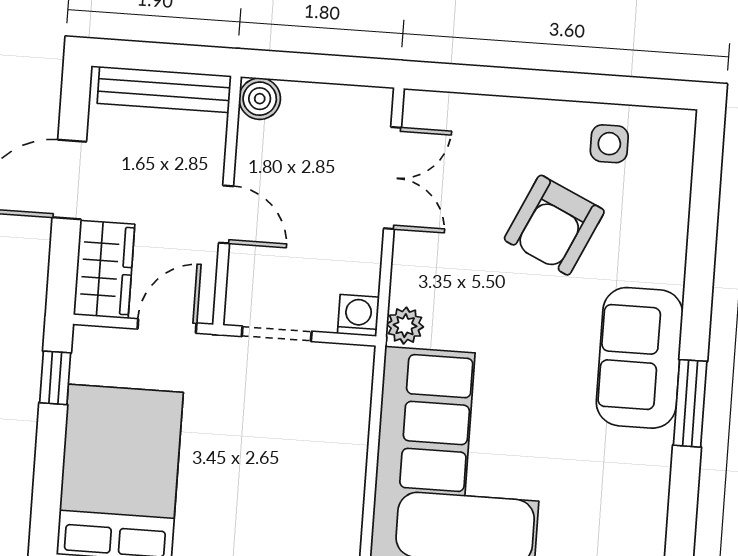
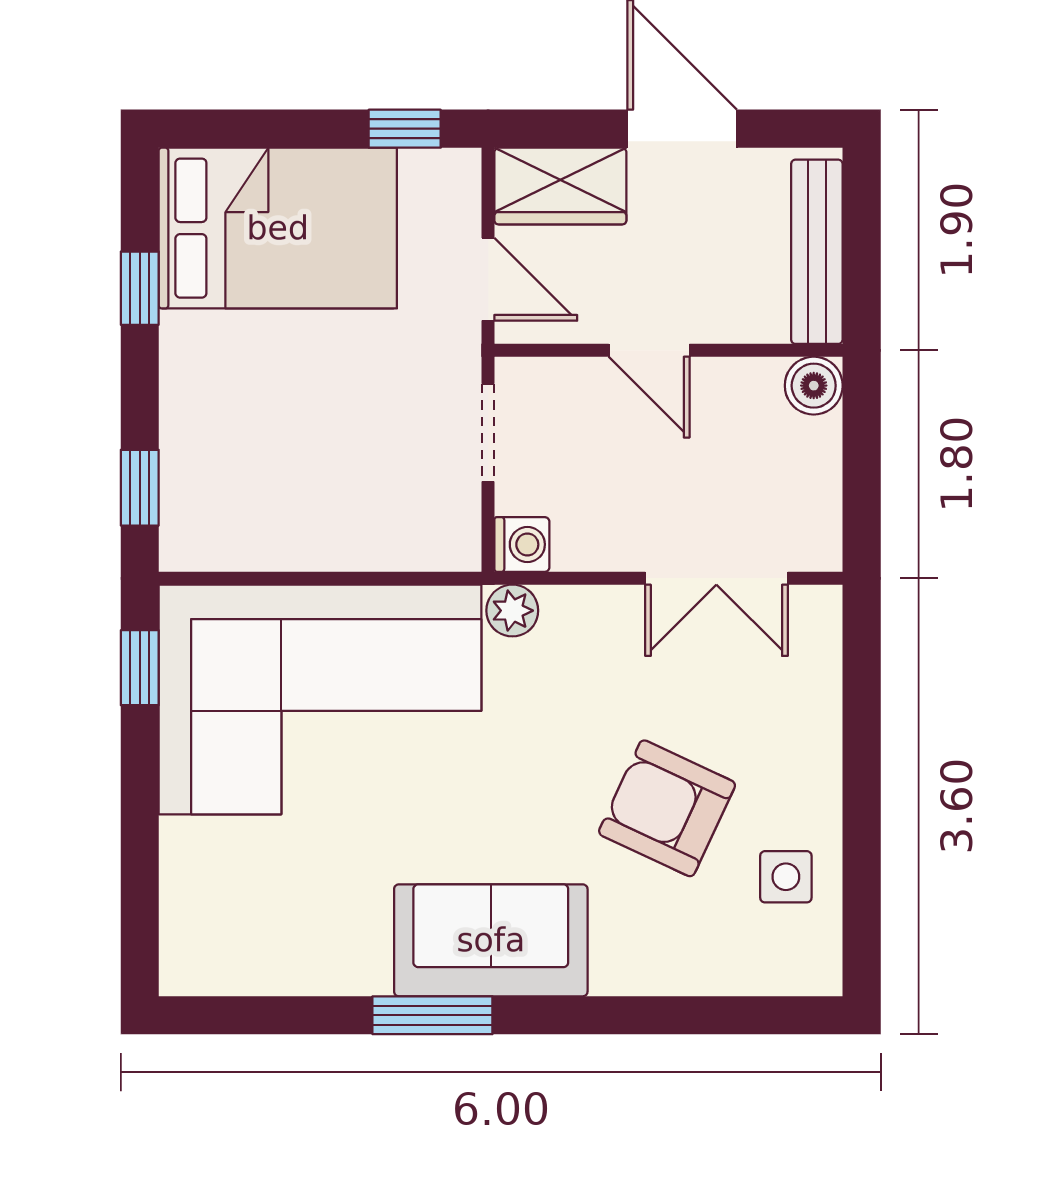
door: (226, 214) -> (649, 350), hinge flipped

